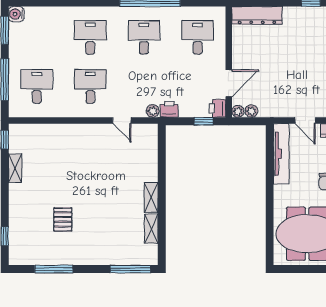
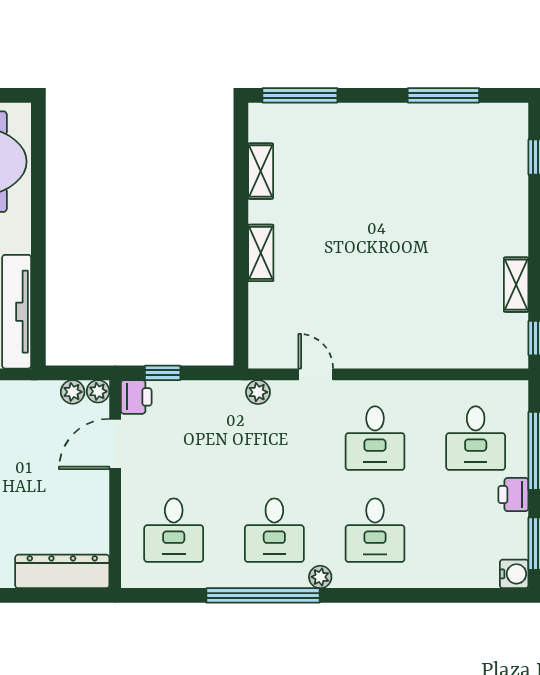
plant: (120, 12) -> (320, 577), added
printer: (169, 109) -> (513, 495), moved, turned 90
shelving: (151, 198) -> (261, 253), moved
pallet: (63, 219) -> (427, 188), removed

